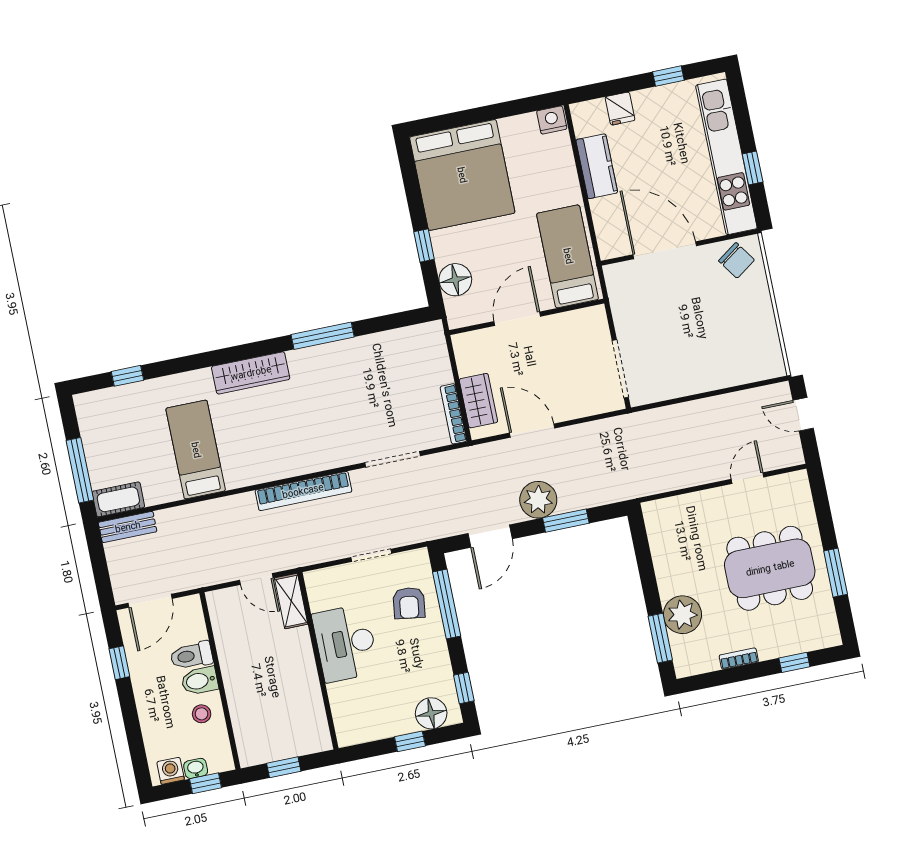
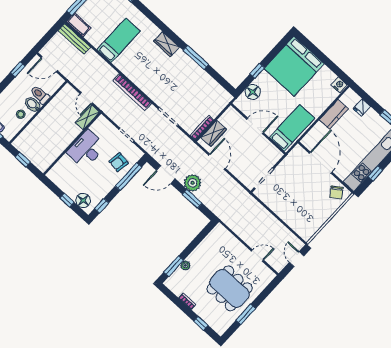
wardrobe: (251, 373) -> (166, 44), width x0.67
bench: (128, 527) -> (74, 39), width x1.36
plant: (682, 615) -> (185, 265), width x0.53, depth x0.53

